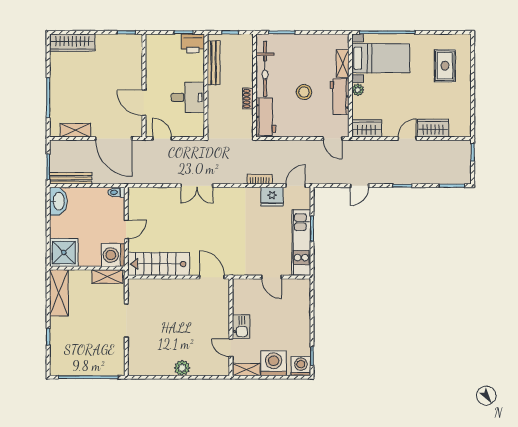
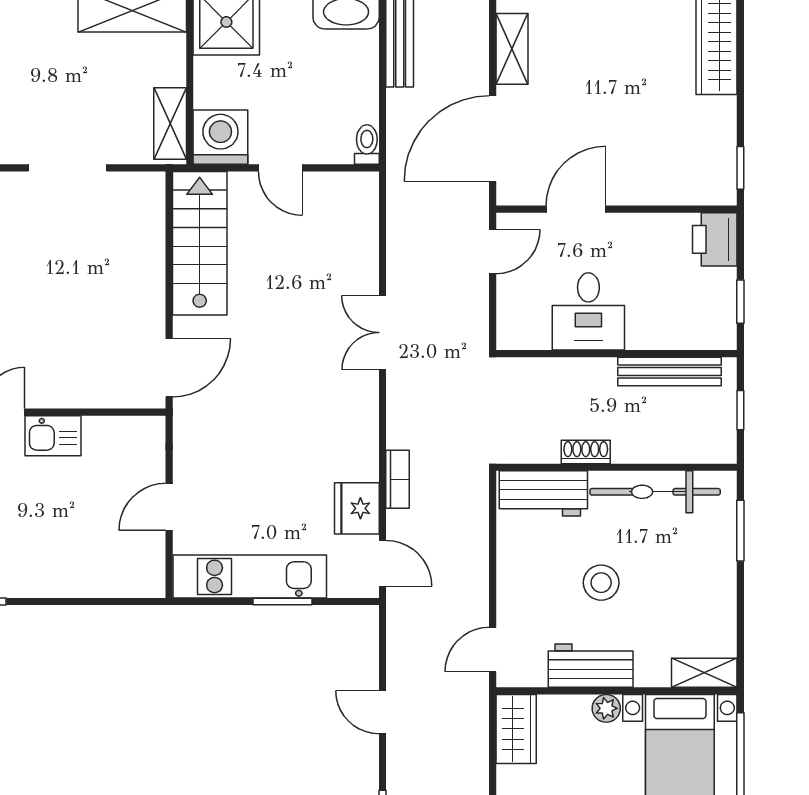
printer: (193, 43) -> (715, 239), moved
shelving: (343, 63) -> (704, 673), moved

